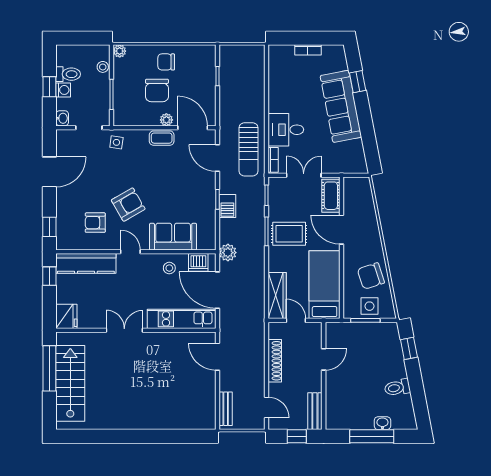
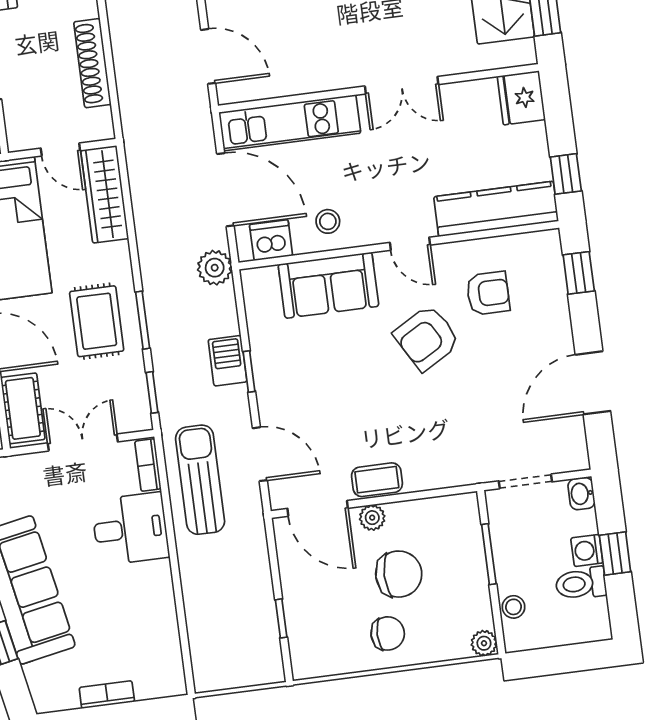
chair: (157, 90) -> (399, 574), turned 90
side table: (116, 142) -> (466, 459), removed
double door: (304, 175) -> (83, 442), swing flipped
rug: (289, 234) -> (97, 321), turned 90

